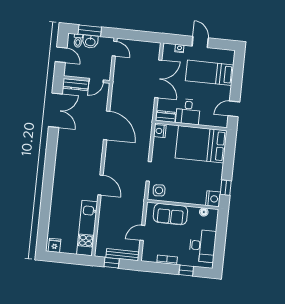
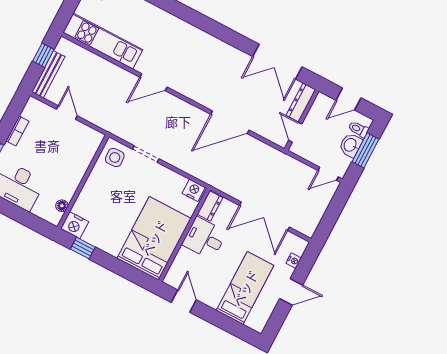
sofa: (170, 214) -> (77, 160), removed

